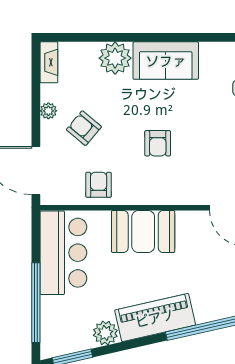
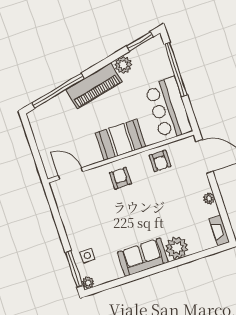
armchair: (84, 128) -> (182, 195), removed
armchair: (158, 143) -> (120, 178), moved

